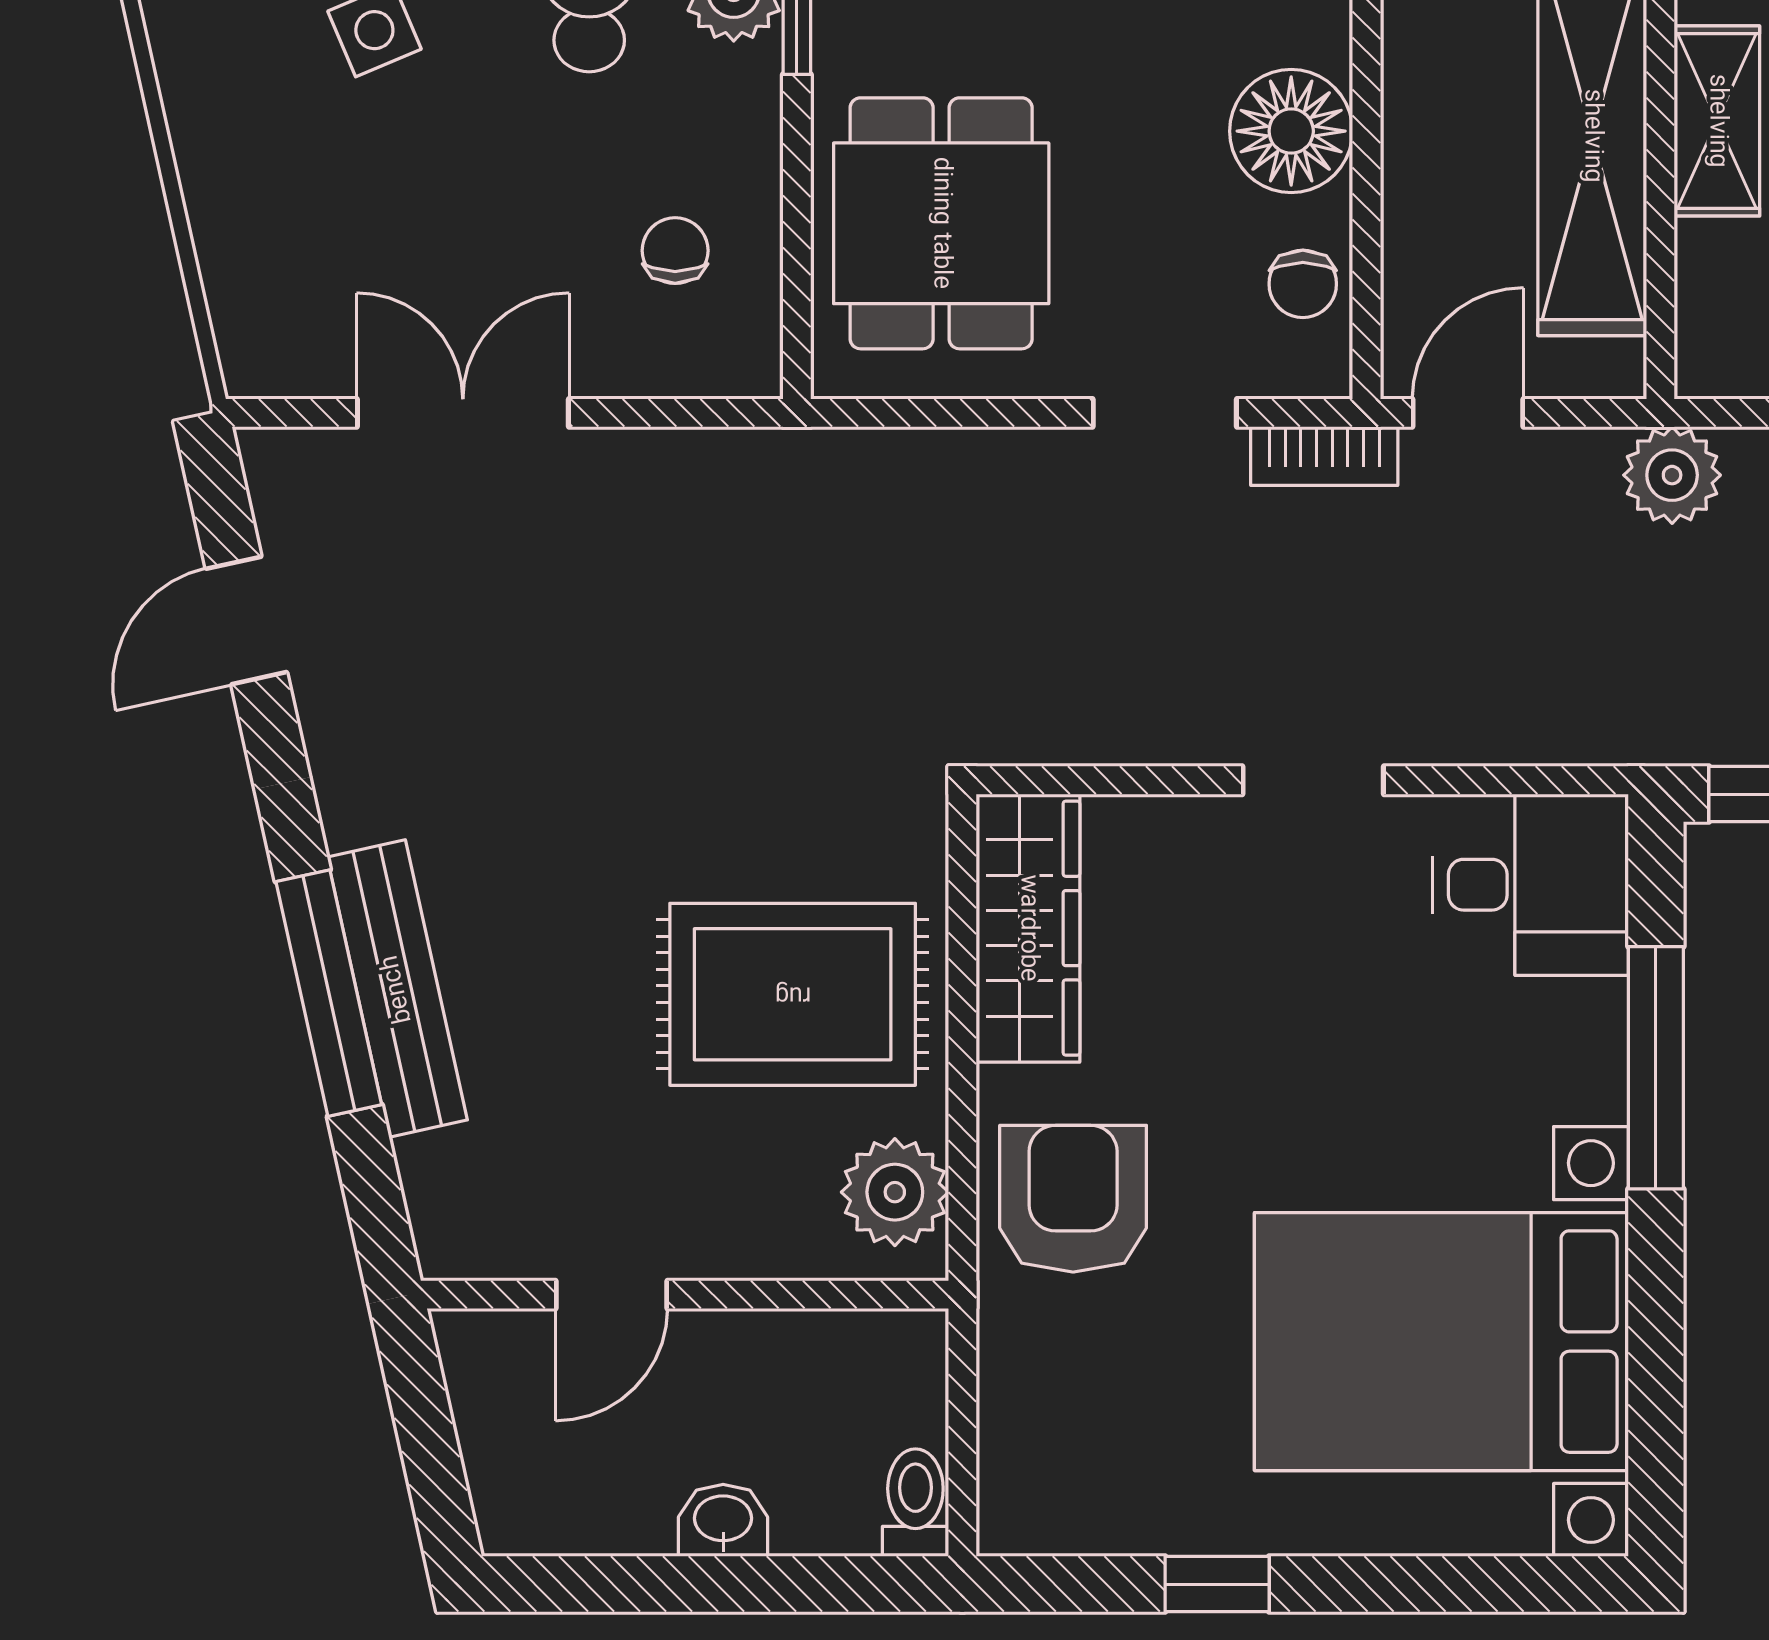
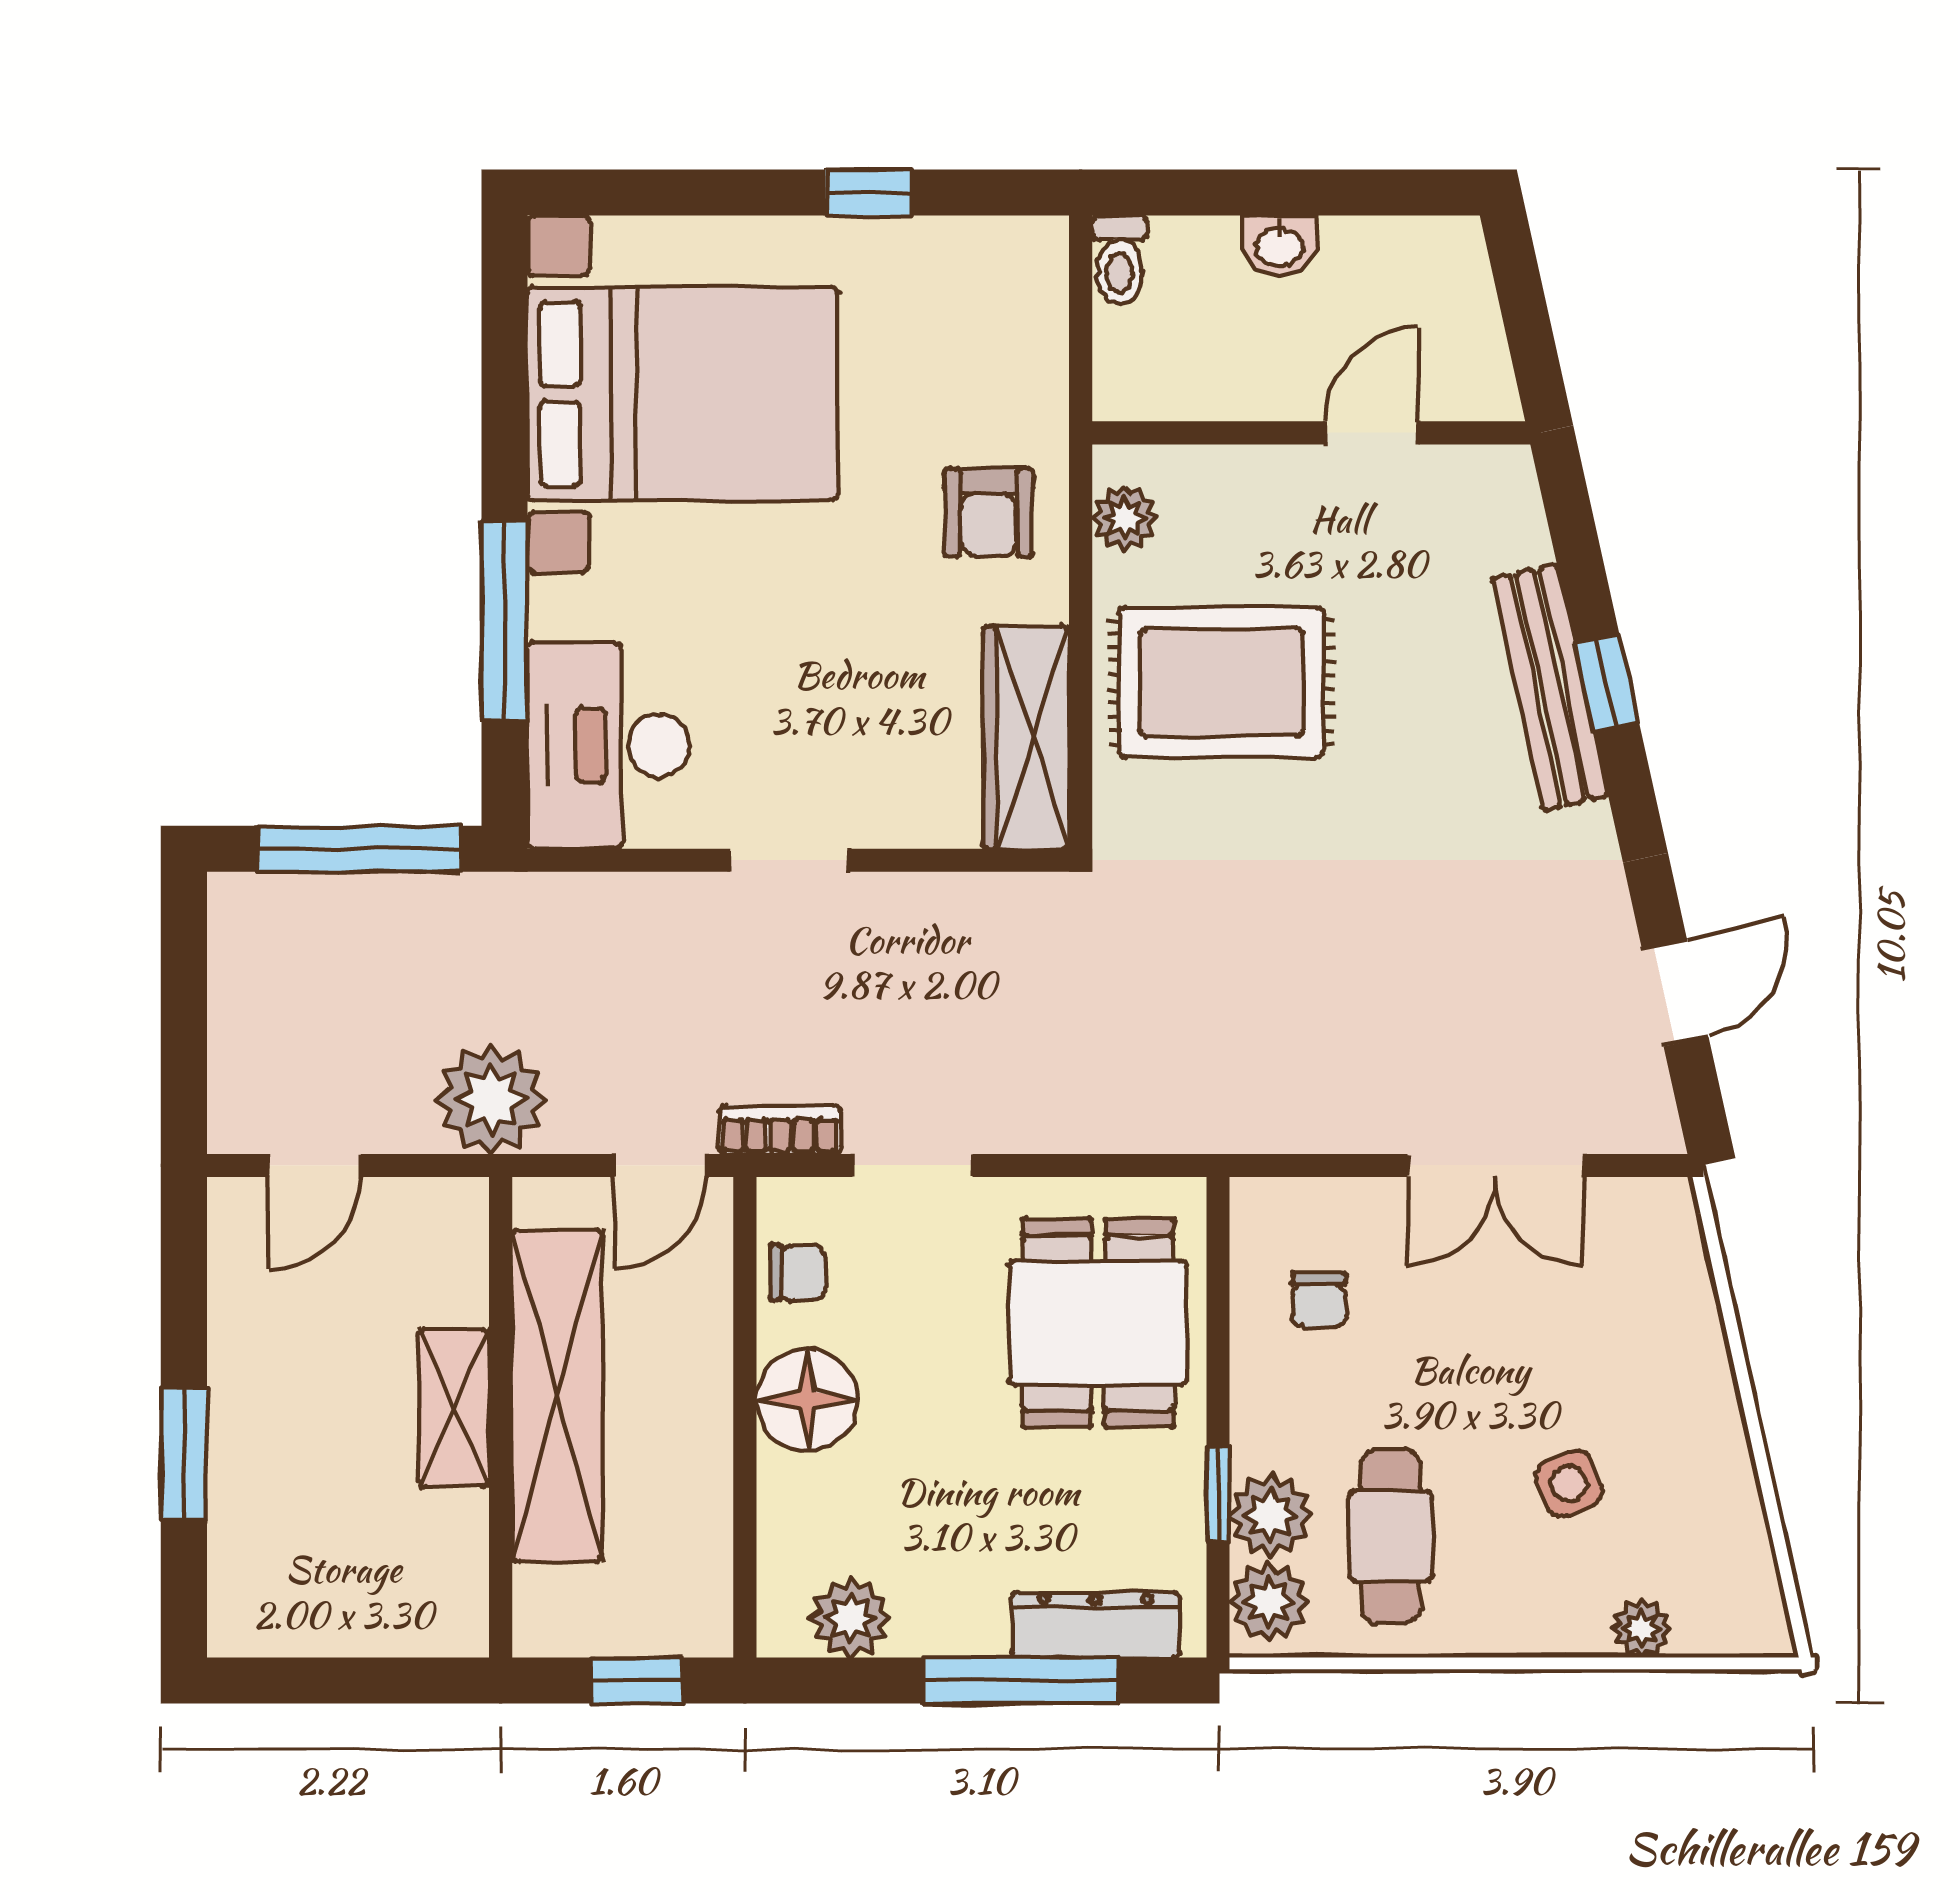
chair: (1303, 284) -> (798, 1273), turned 90
plant: (1672, 475) -> (491, 1099), width x1.36, depth x1.36
desk: (1531, 885) -> (609, 745), width x1.37
window: (329, 993) -> (1607, 683), width x0.46
plant: (895, 1192) -> (1124, 518), width x0.73, depth x0.73
armchair: (1073, 1199) -> (989, 513), width x0.72, depth x0.72

